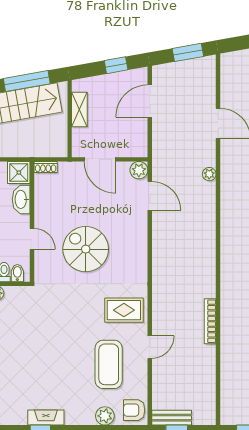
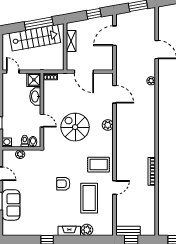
plant: (139, 170) -> (108, 125), moved
armchair: (134, 410) -> (63, 184), moved
fireplace: (46, 418) -> (69, 231), moved

